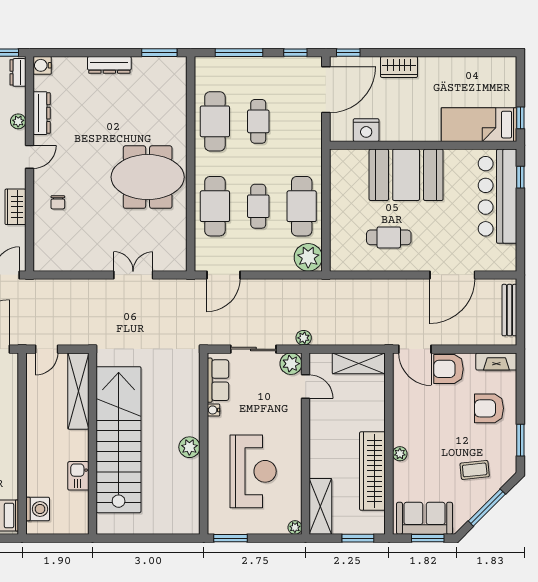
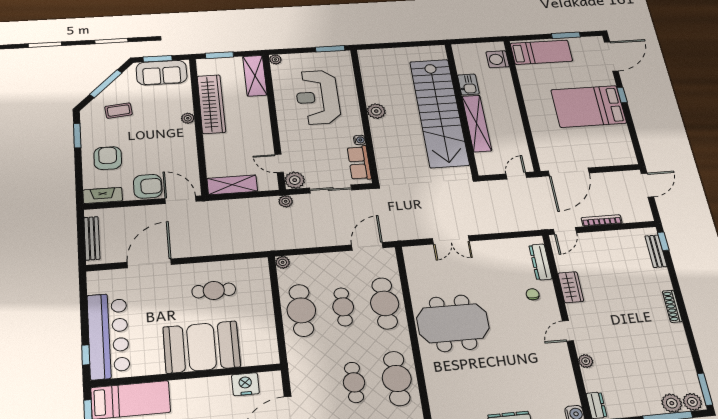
dresser: (42, 113) -> (541, 262), moved
plant: (308, 257) -> (283, 262), width x0.53, depth x0.53
shelving: (78, 391) -> (477, 123), moved
armchair: (489, 408) -> (108, 158), turned -89

